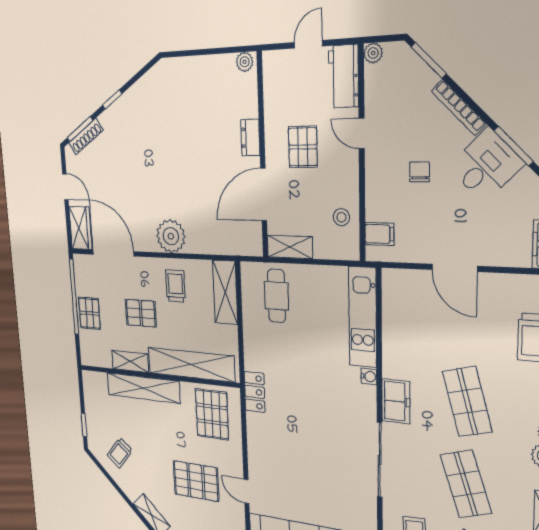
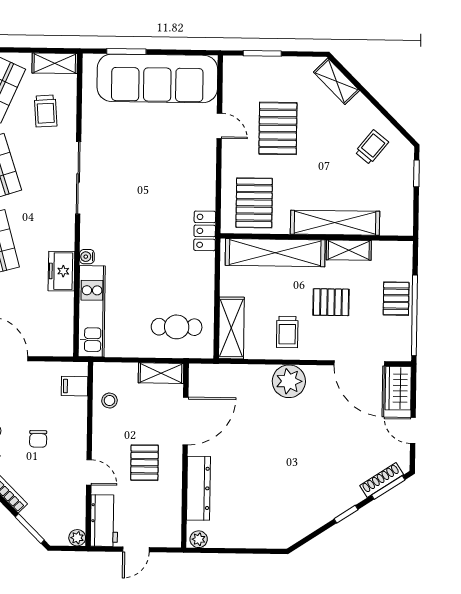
dresser: (250, 138) -> (198, 488), width x1.96, depth x1.24
cafe table: (277, 296) -> (177, 327), turned 90
freezer: (396, 401) -> (61, 271), moved
pallet: (196, 481) -> (278, 128), turned 90

